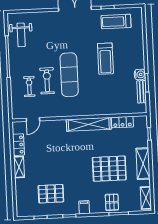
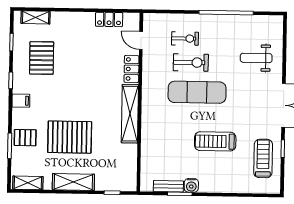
weight bench: (21, 35) -> (256, 58), moved
locker: (122, 122) -> (132, 69), moved
shelving: (19, 167) -> (36, 17), moved
pallet: (109, 169) -> (70, 137), turned 90

